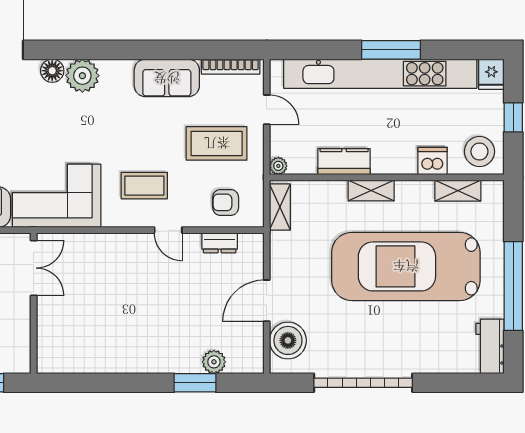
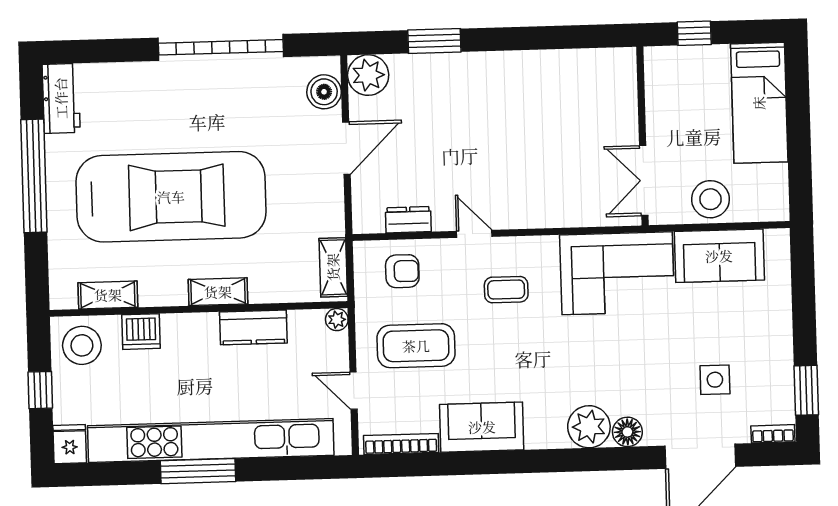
coffee table: (144, 186) -> (506, 290), width x0.73, depth x0.77
boiler: (288, 340) -> (324, 92), width x0.73, depth x0.73
plant: (214, 362) -> (368, 75), moved, width x1.36, depth x1.36

